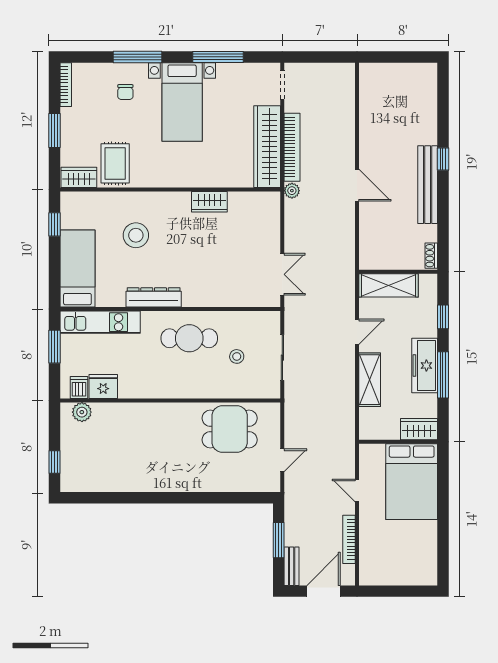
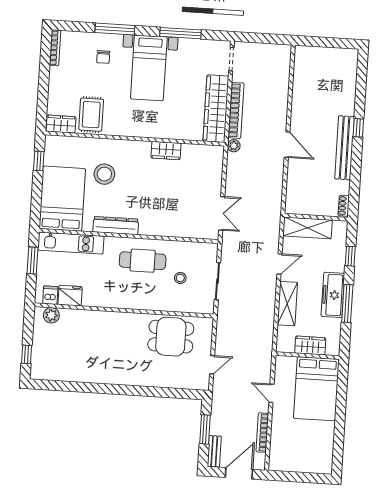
window: (54, 130) -> (44, 85), removed
bed: (77, 269) -> (62, 199), width x1.50
wardrobe: (419, 429) -> (310, 345), moved

